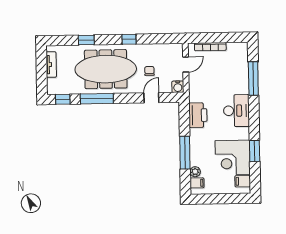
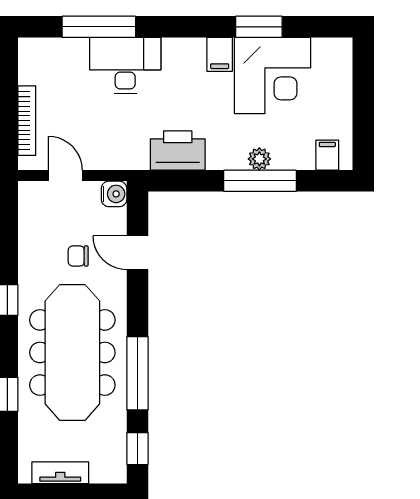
desk: (236, 111) -> (125, 65), moved
plant: (195, 172) -> (259, 159), moved
filing cabinet: (243, 181) -> (220, 54), moved

